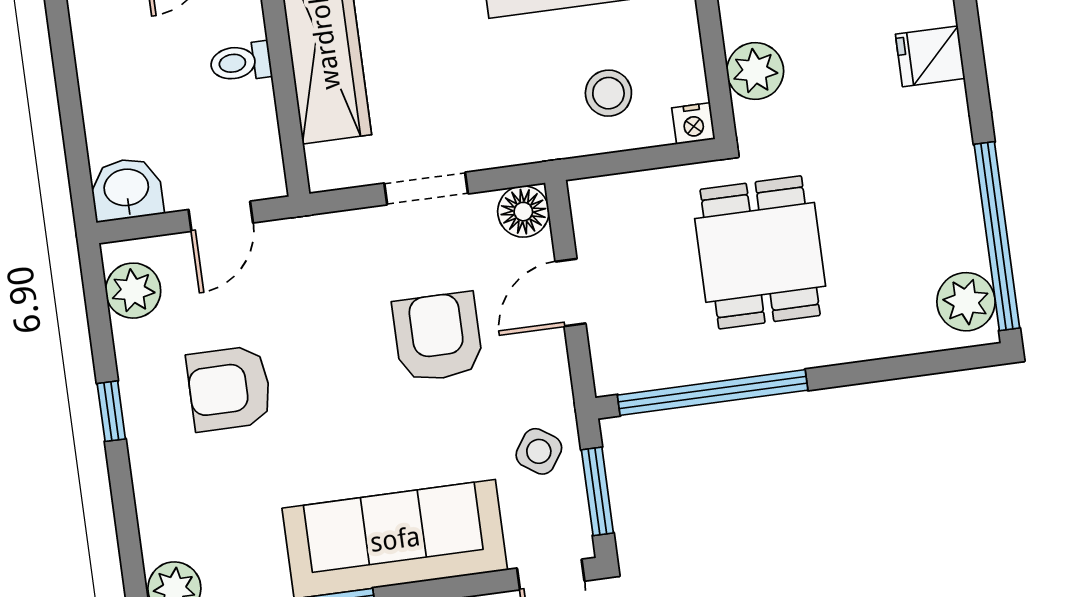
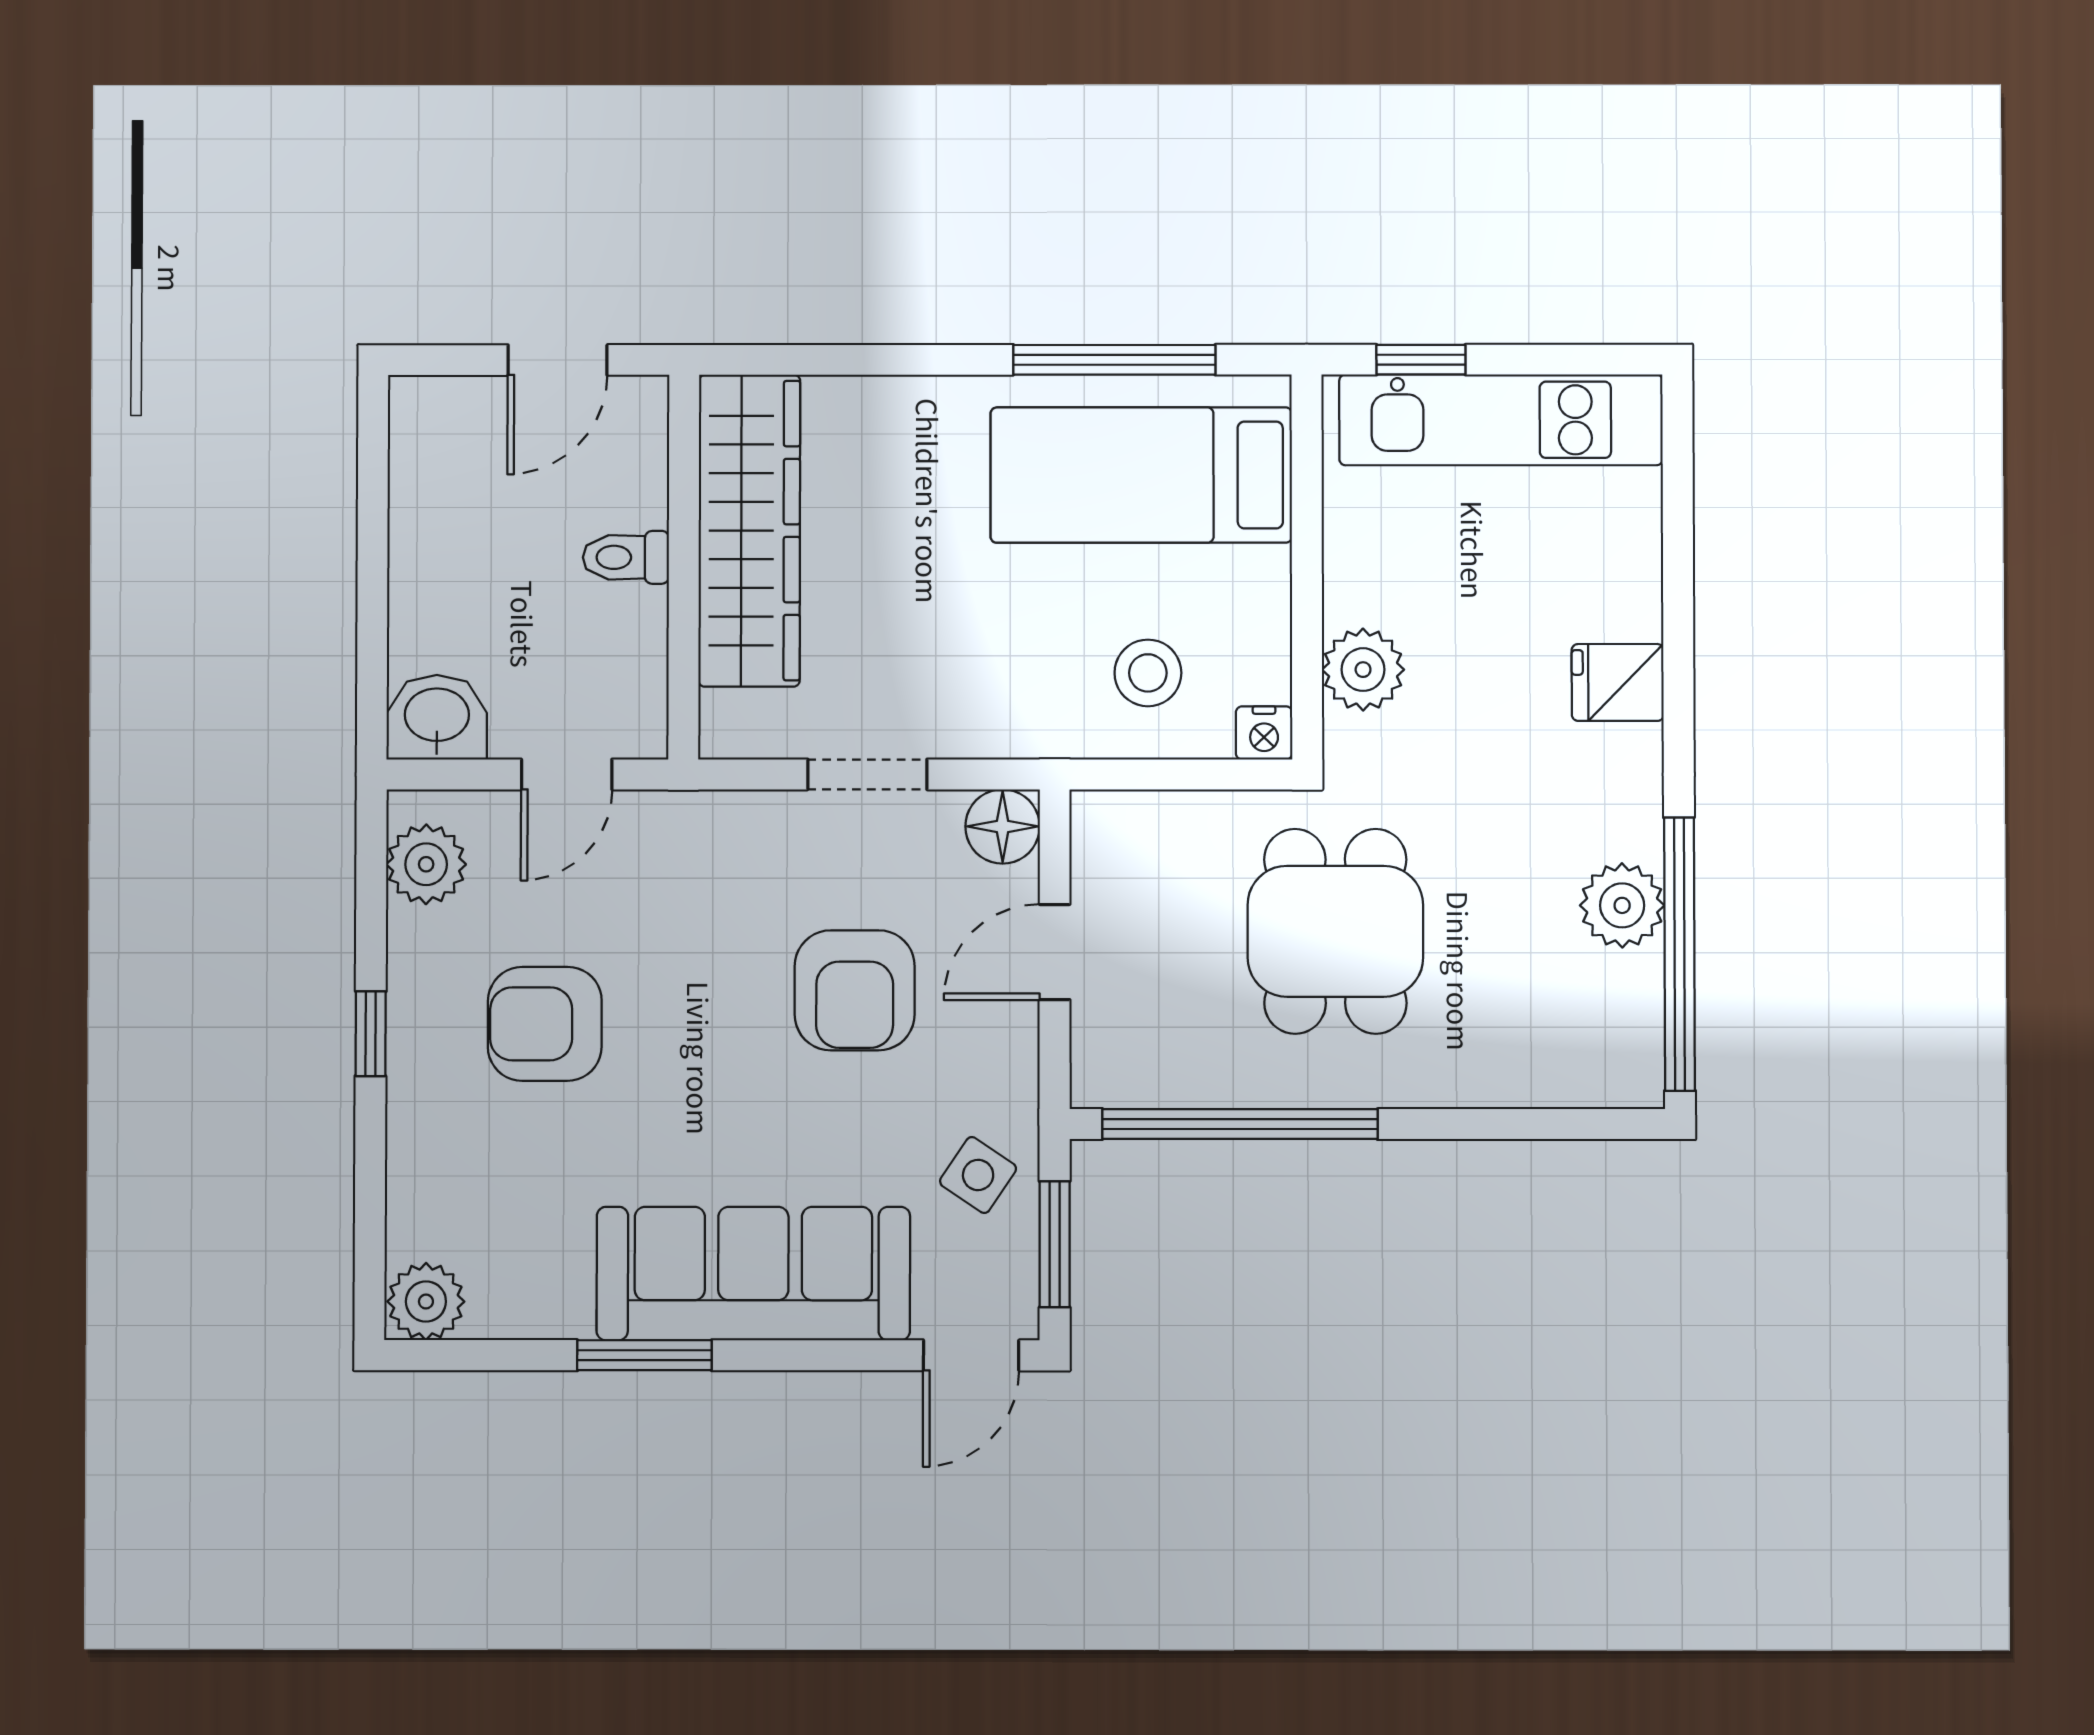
plant: (966, 302) -> (1622, 905), moved
armchair: (438, 337) -> (855, 990), turned 180

